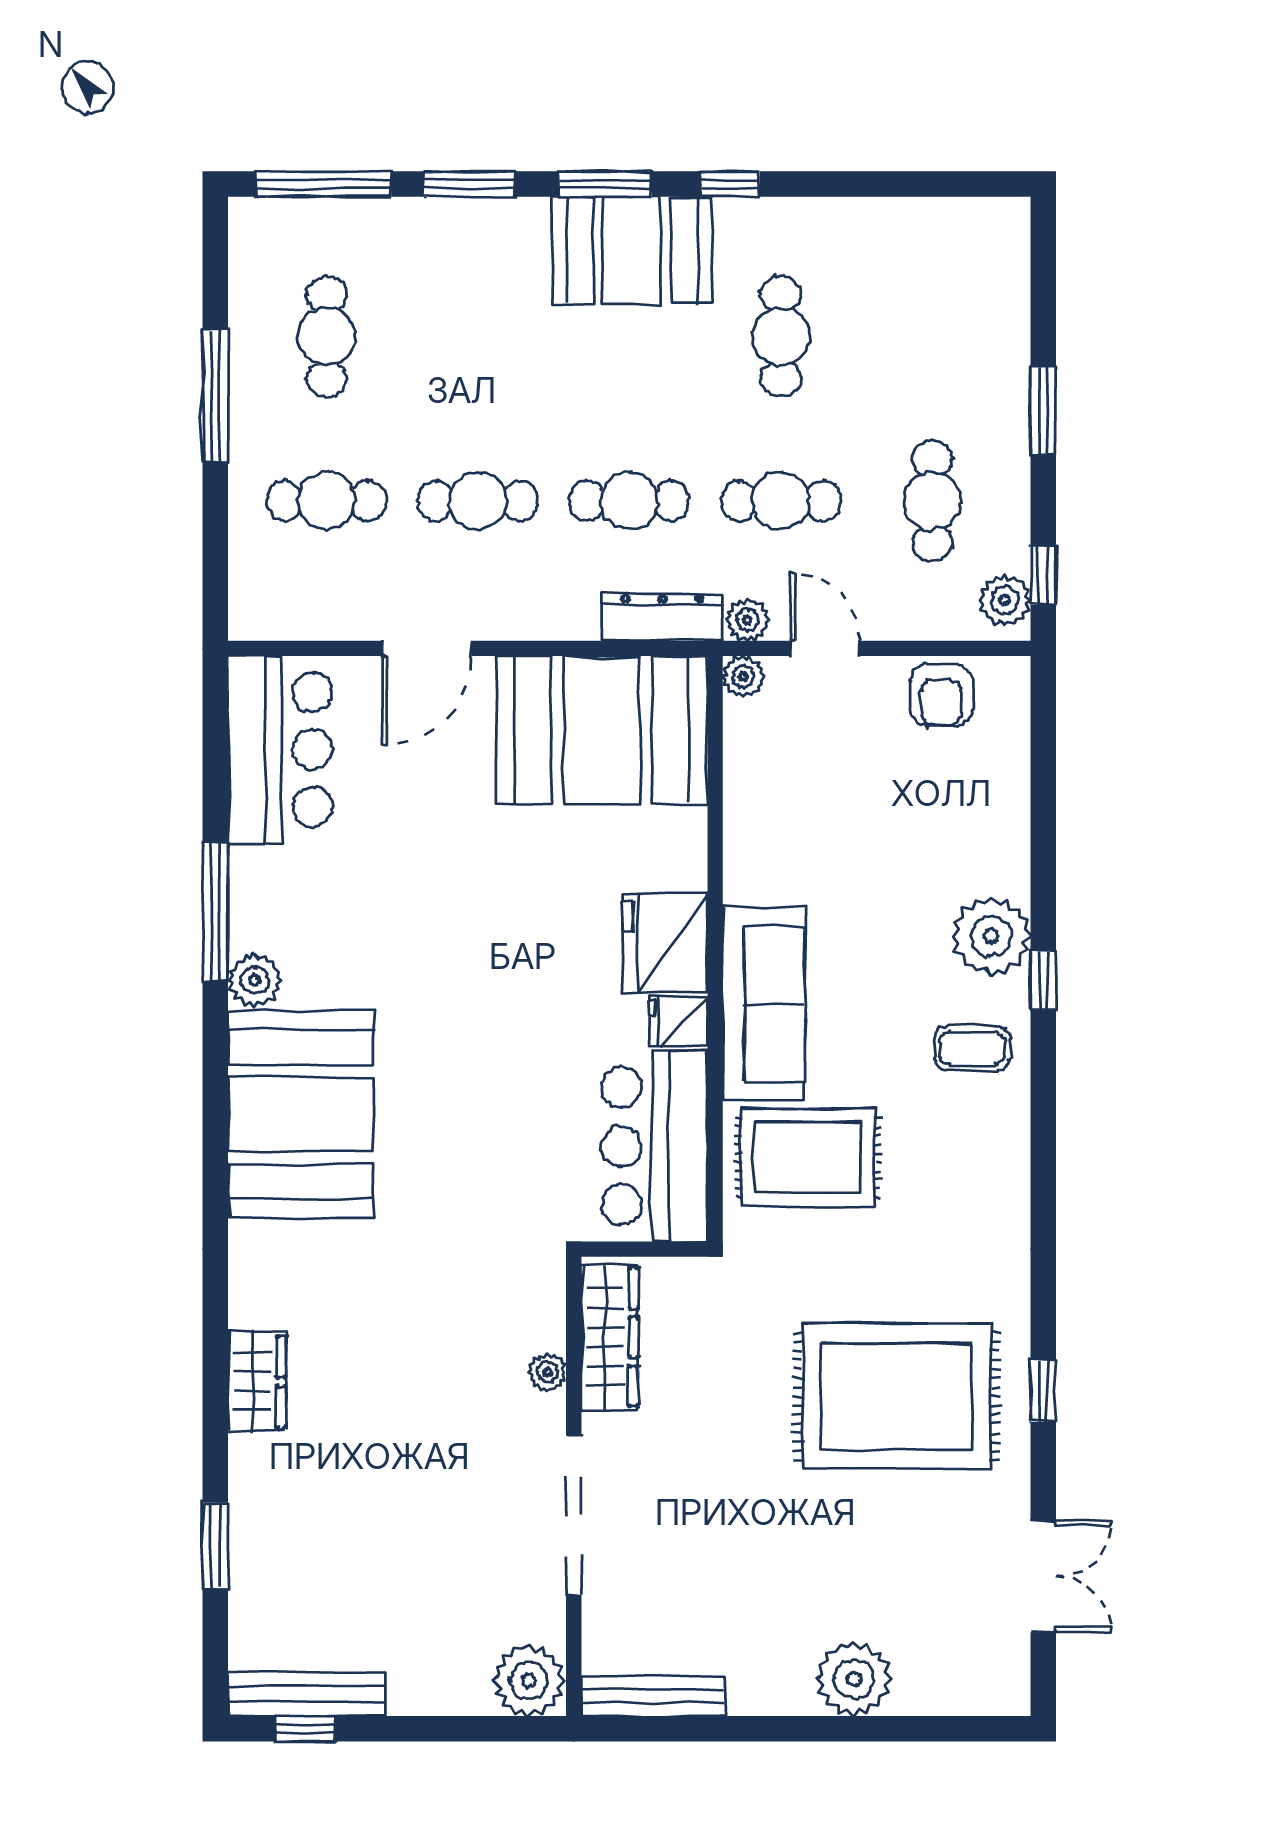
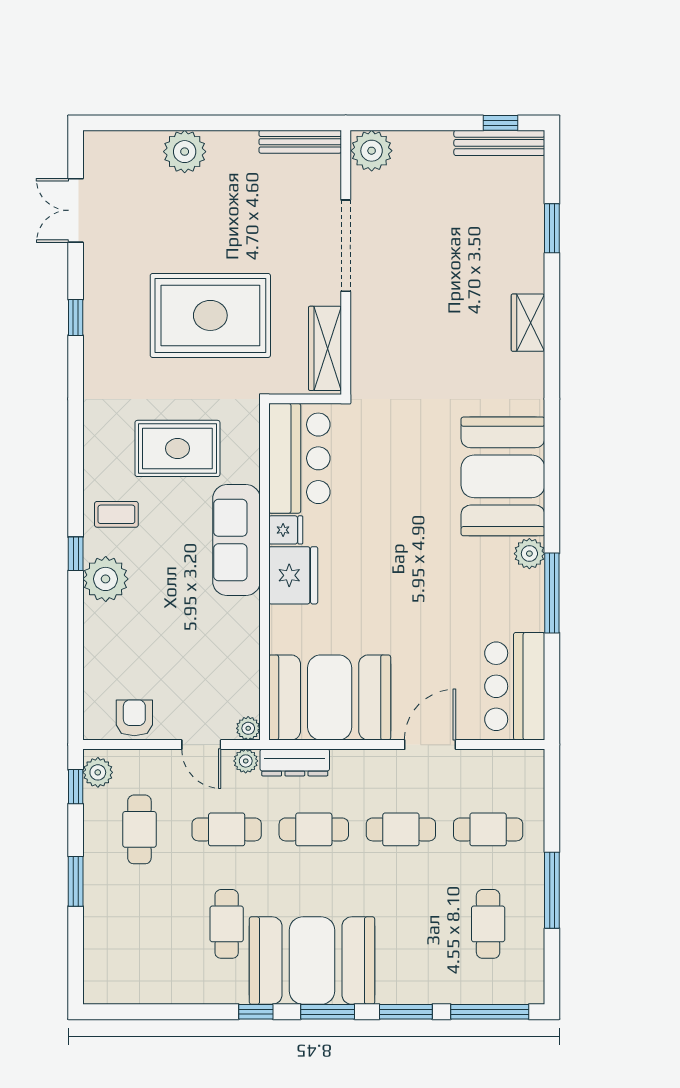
booth: (632, 250) -> (312, 961), width x1.36, depth x1.42
rug: (808, 1158) -> (177, 448), moved
plant: (547, 1372) -> (361, 328), removed
rug: (897, 1397) -> (210, 315), moved

